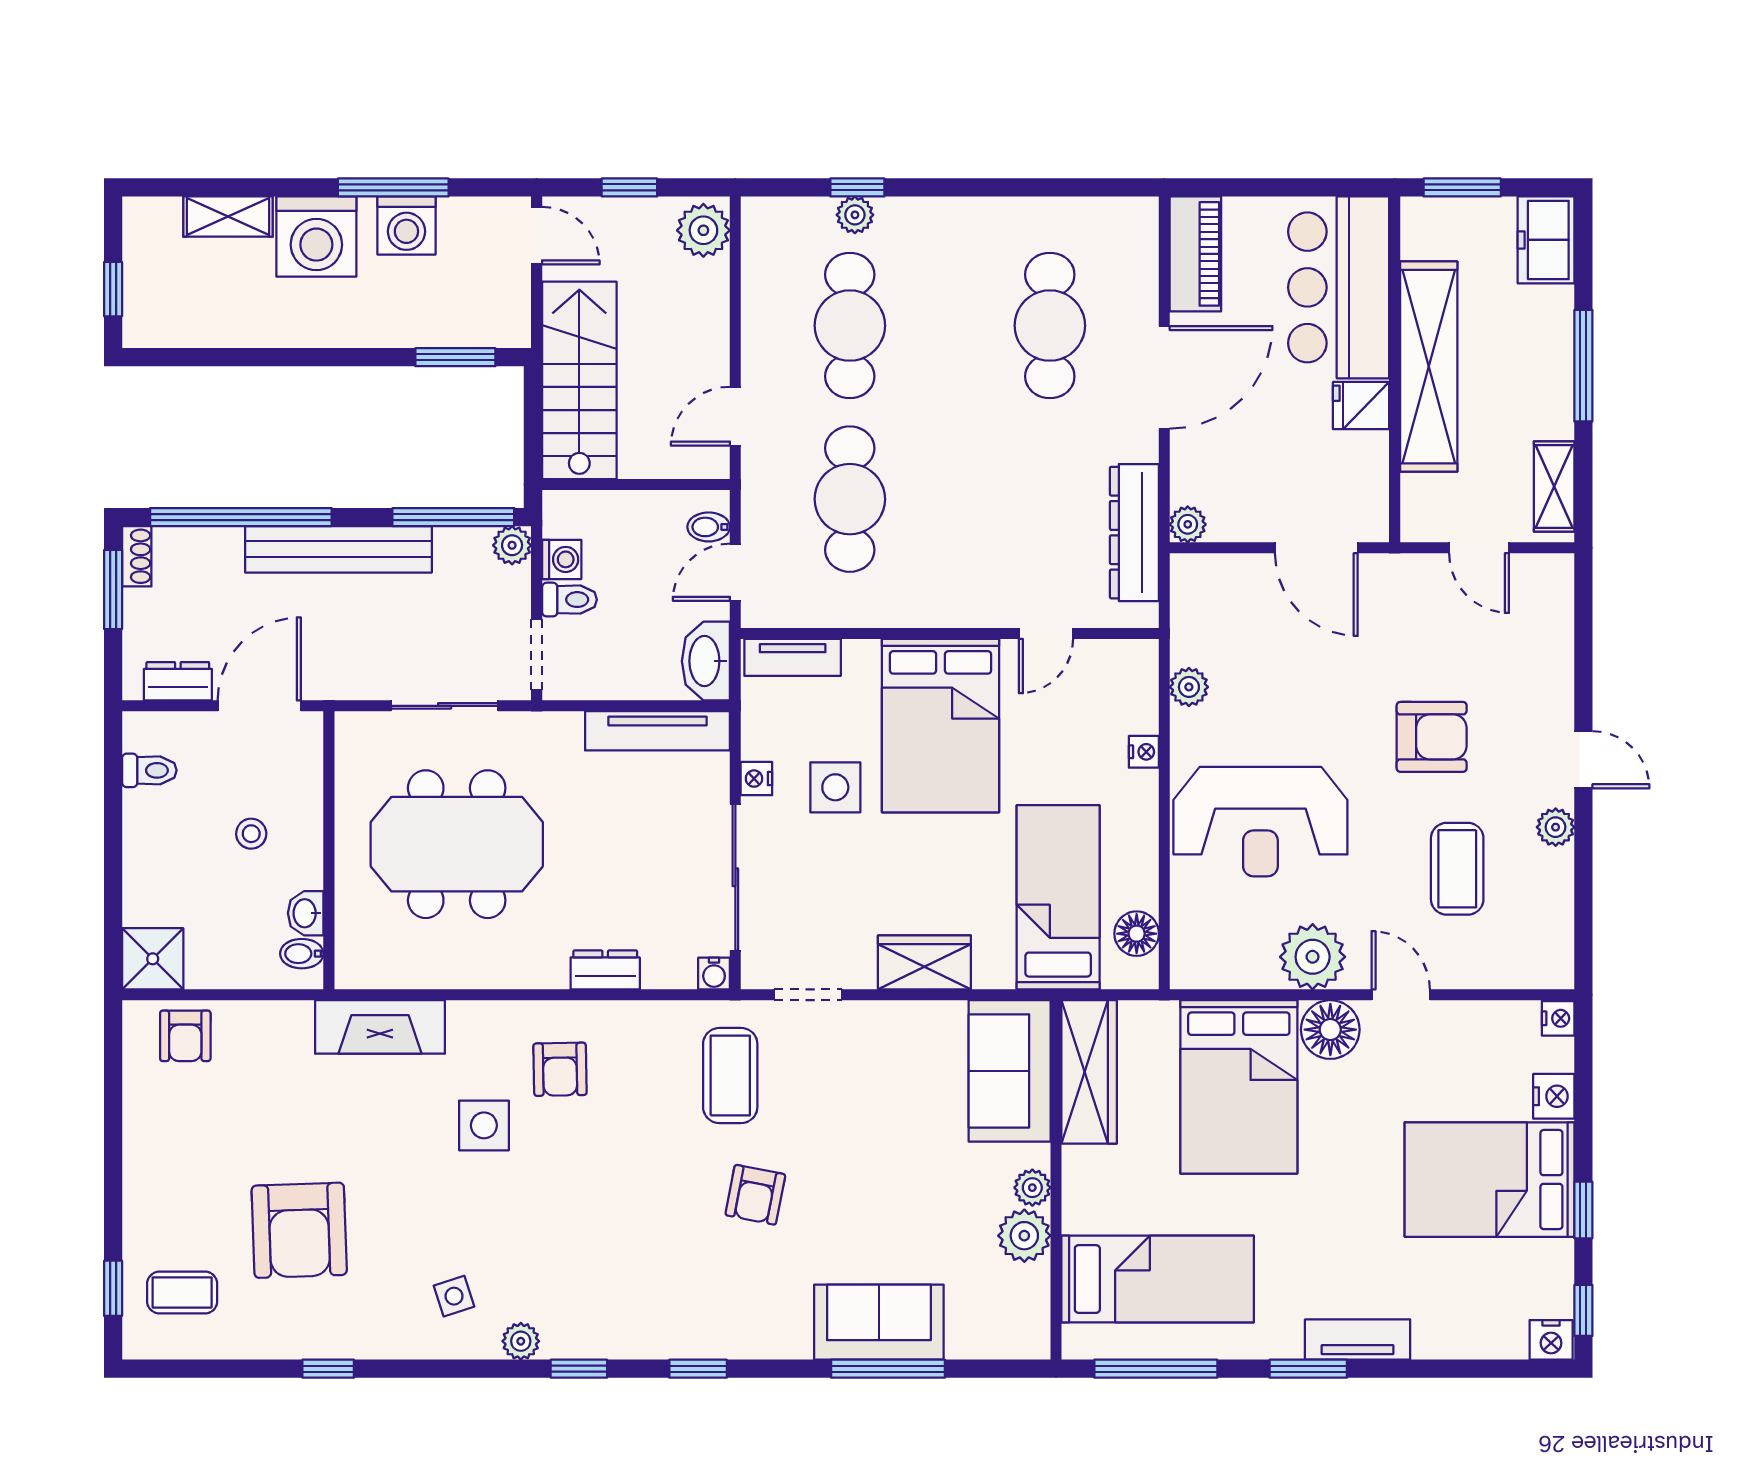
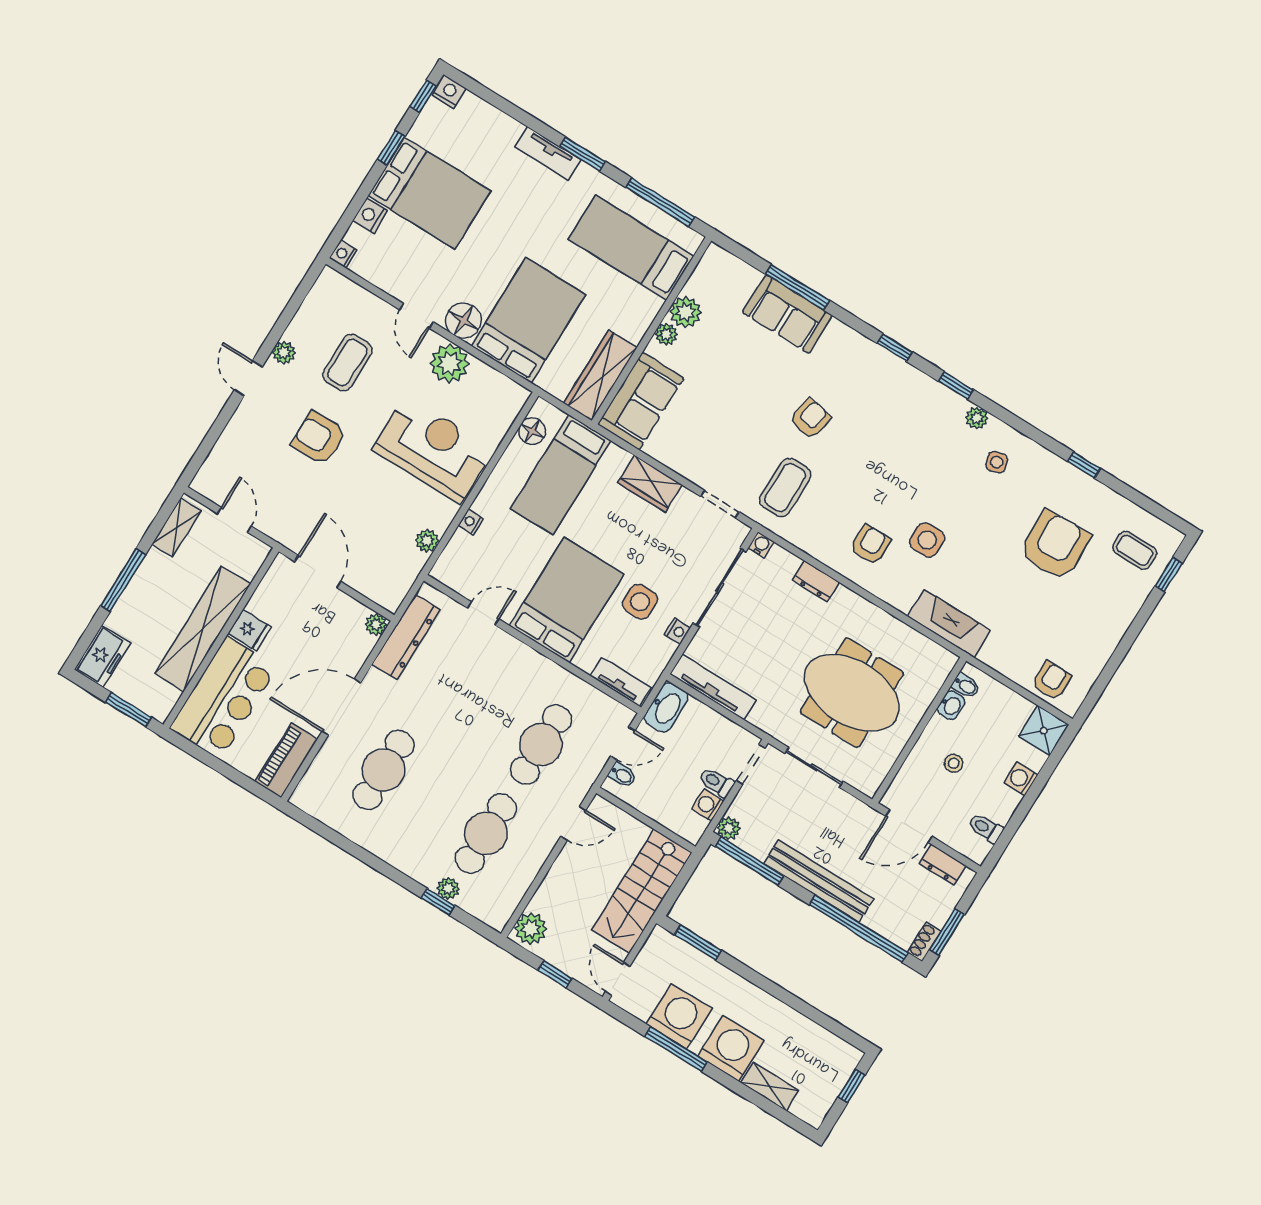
washing machine: (406, 226) -> (679, 1016), width x1.37, depth x1.37
washing machine: (143, 871) -> (1021, 779), added

